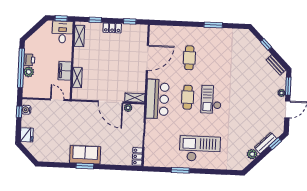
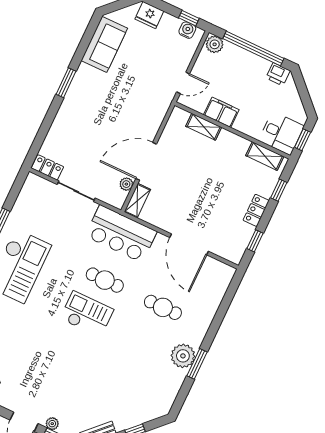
plant: (212, 35) -> (183, 356), added
printer: (29, 60) -> (278, 74), moved
plant: (29, 72) -> (215, 44), moved
sofa: (85, 155) -> (104, 44), moved

